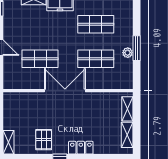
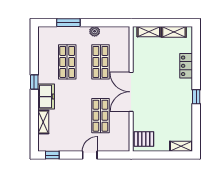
window: (137, 48) -> (68, 23), moved
pallet: (44, 140) -> (144, 139), moved
locker: (81, 148) -> (186, 66), moved

